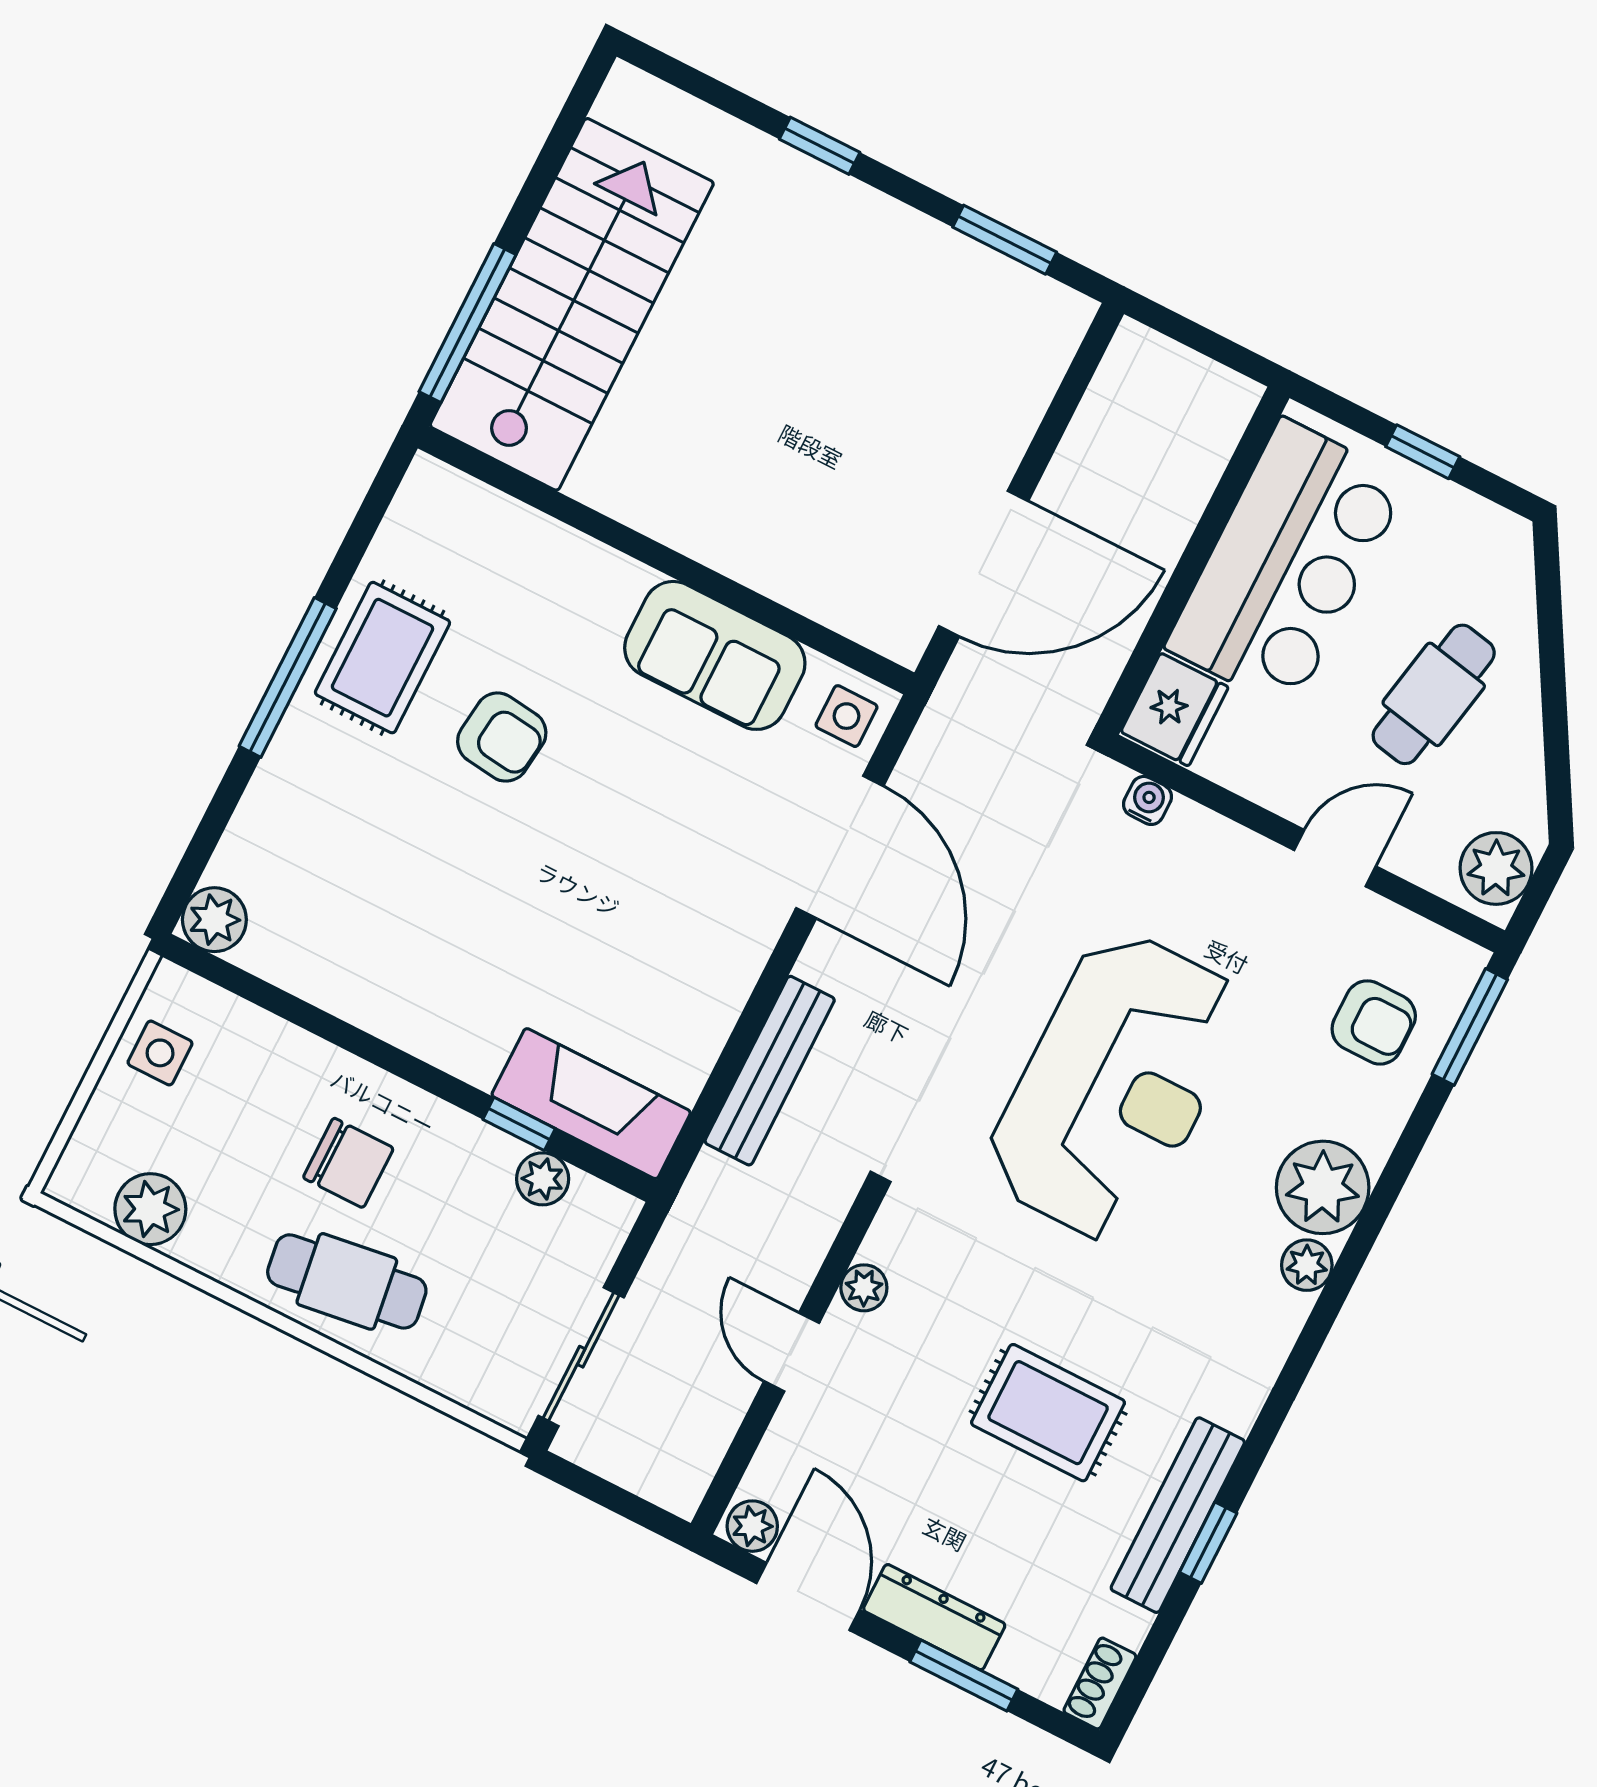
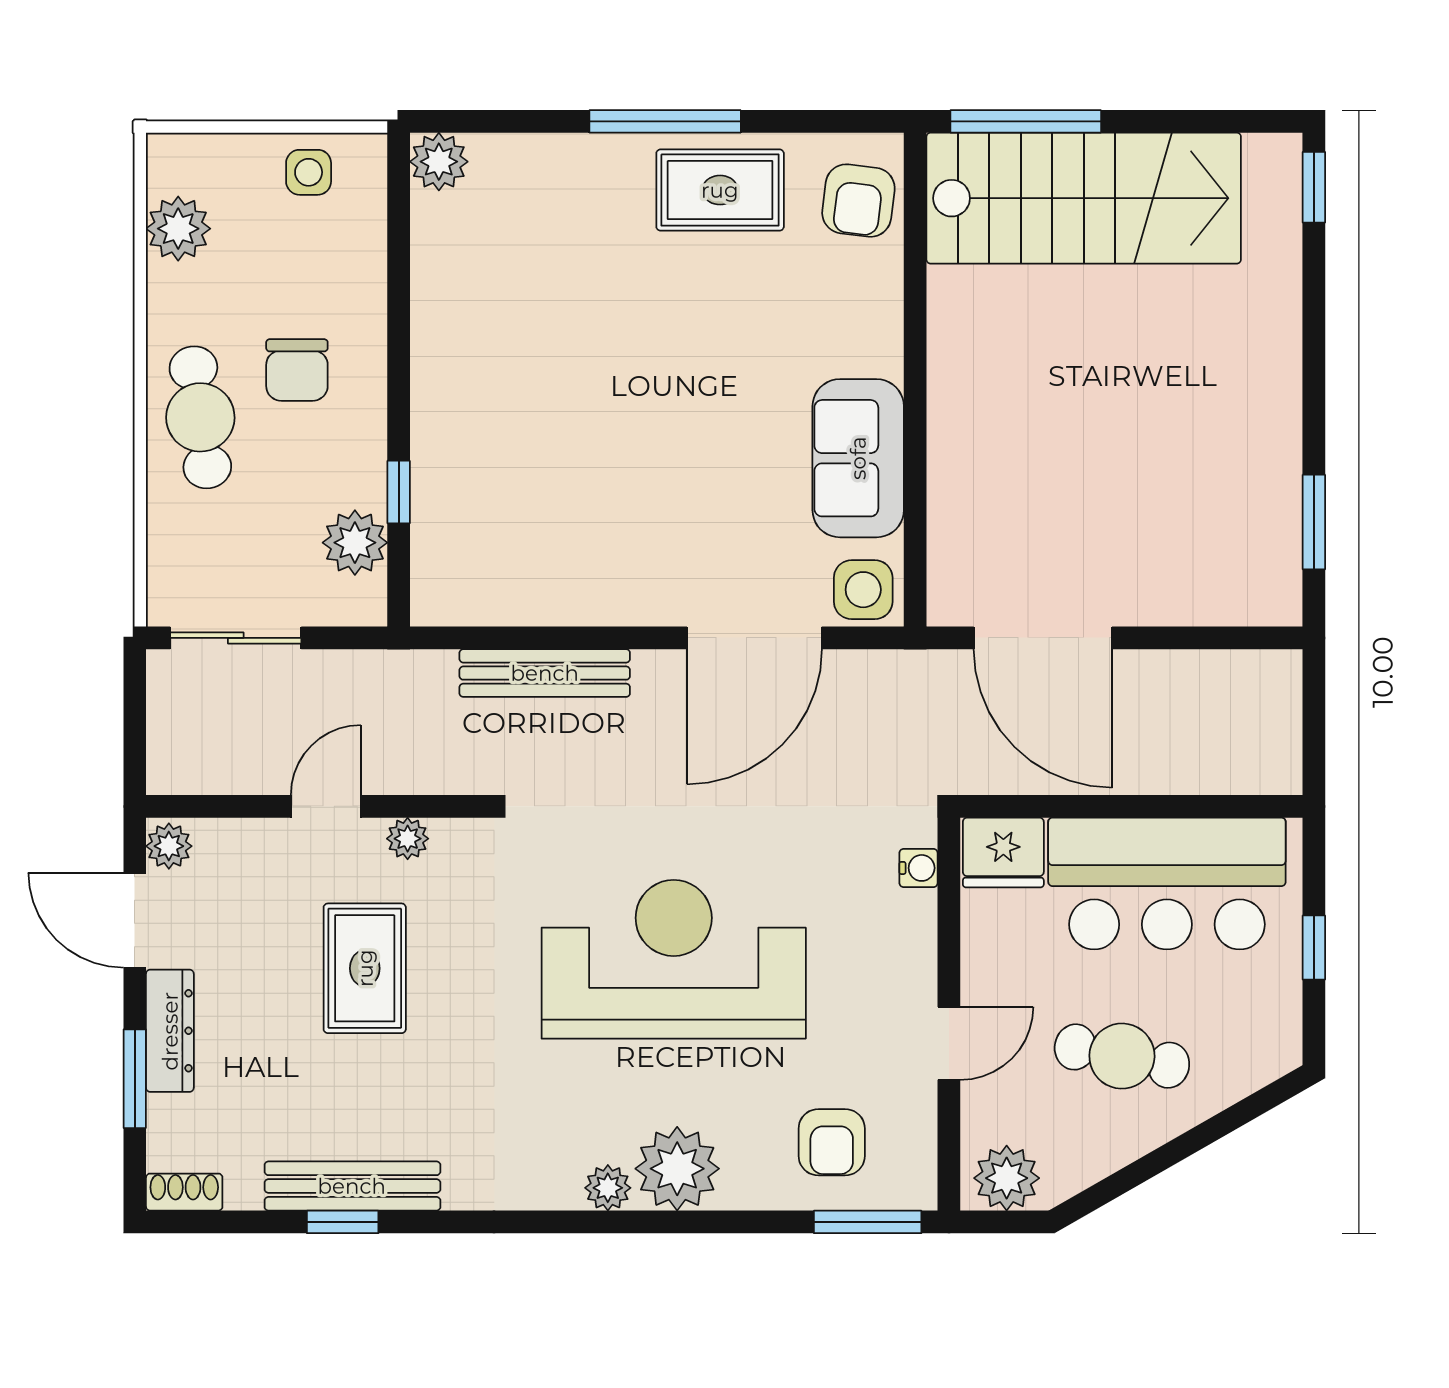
window: (820, 146) -> (1314, 187), moved
side table: (846, 716) -> (863, 590), width x1.37, depth x1.37
armchair: (502, 737) -> (858, 201), moved
door: (1335, 858) -> (949, 1043), hinge flipped
reception desk: (1115, 1087) -> (674, 959), turned 180
fireplace: (591, 1104) -> (445, 542), removed
plant: (543, 1179) -> (355, 543), width x1.38, depth x1.38
rug: (1048, 1413) -> (365, 968), moved
door: (808, 1596) -> (135, 920), swing flipped

